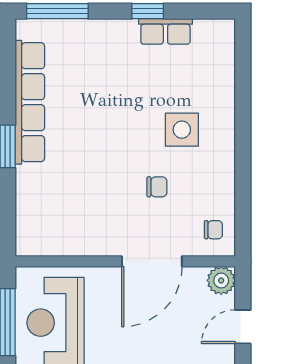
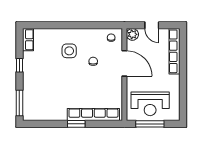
row of seats: (165, 31) -> (28, 40), moved
row of seats: (30, 102) -> (93, 115), moved

